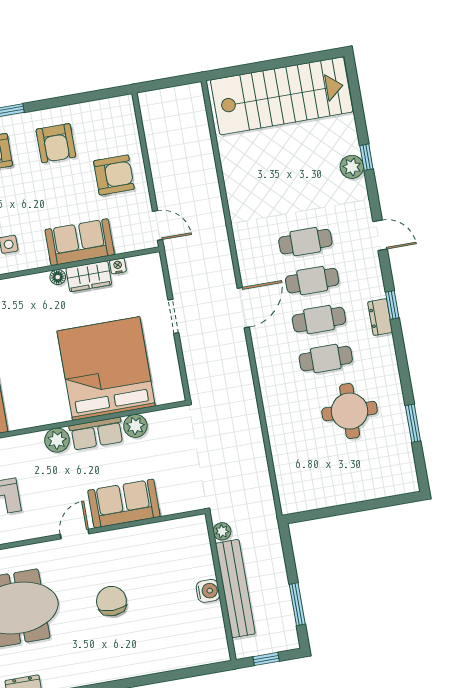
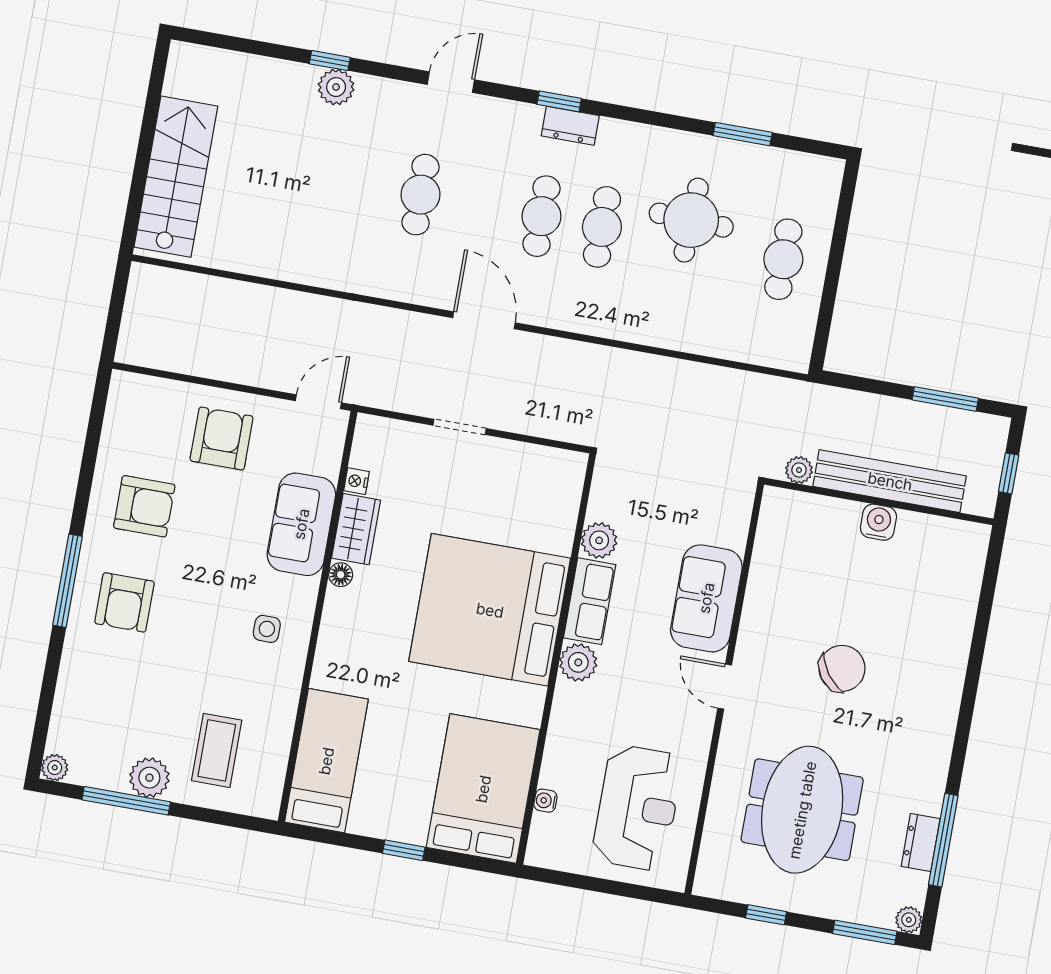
stairs: (282, 96) -> (176, 177), width x0.73, depth x0.66
cafe table: (312, 281) -> (783, 259), moved
bed: (106, 368) -> (490, 610), moved
chair: (111, 601) -> (842, 668), turned 144

